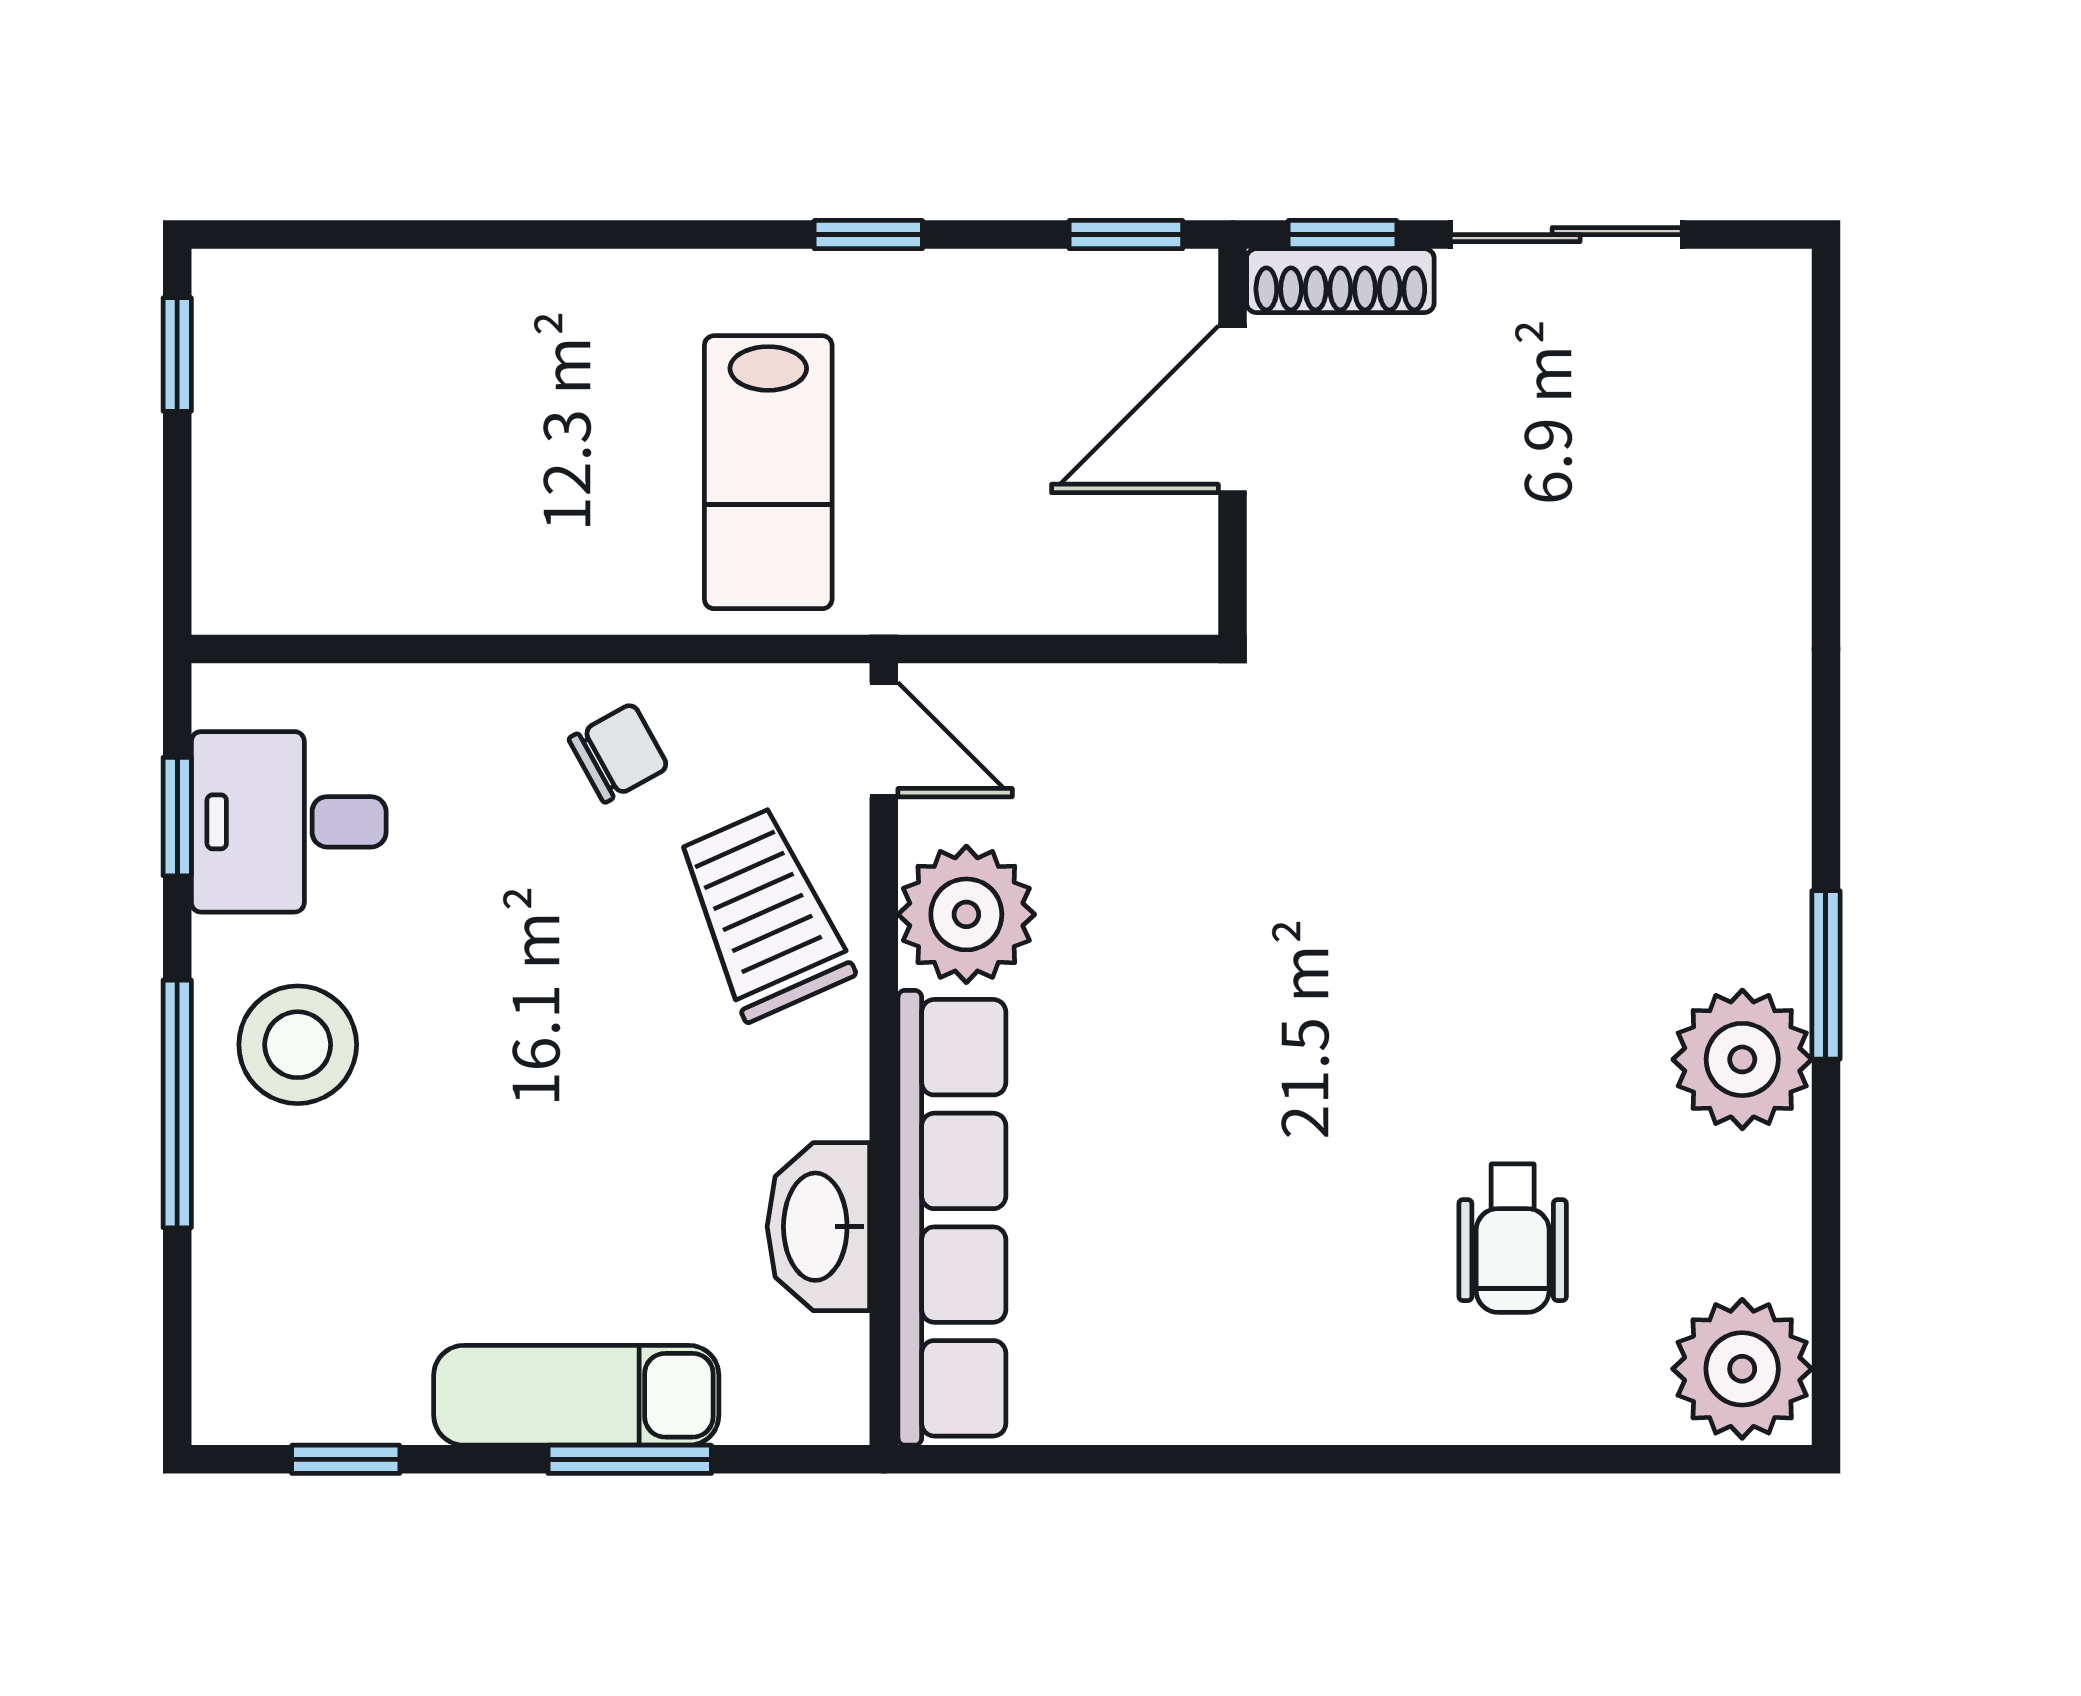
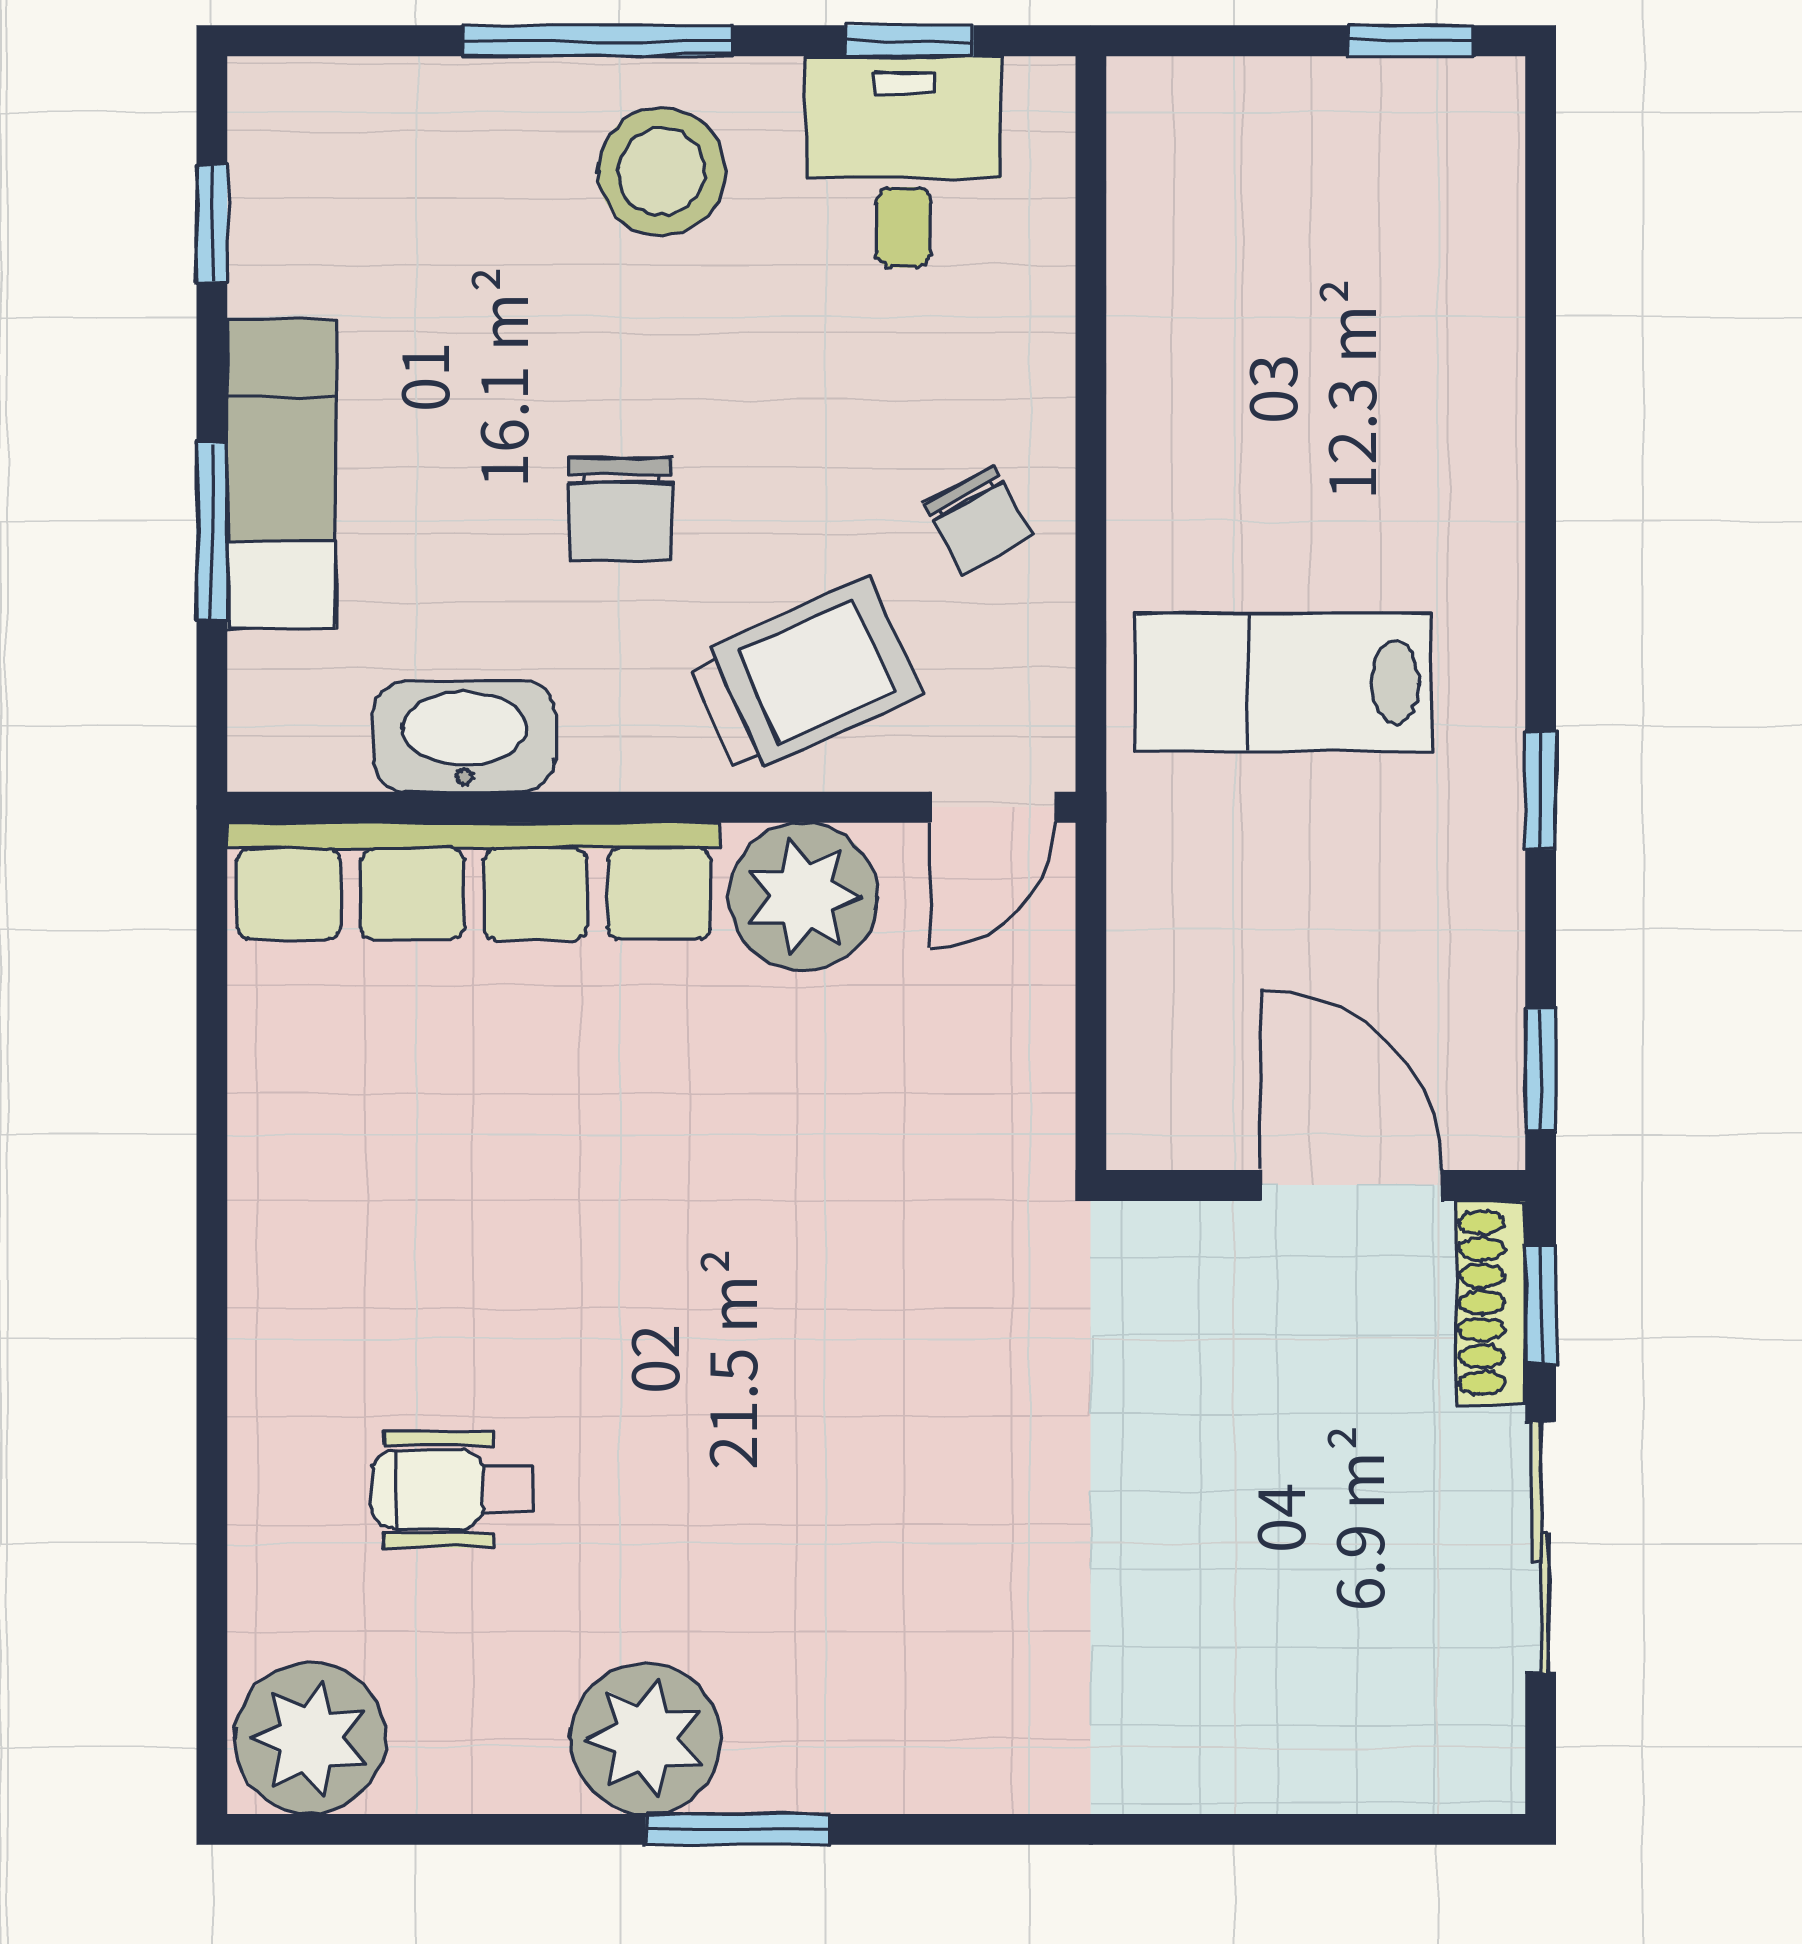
chair: (609, 1082) -> (621, 510), added

